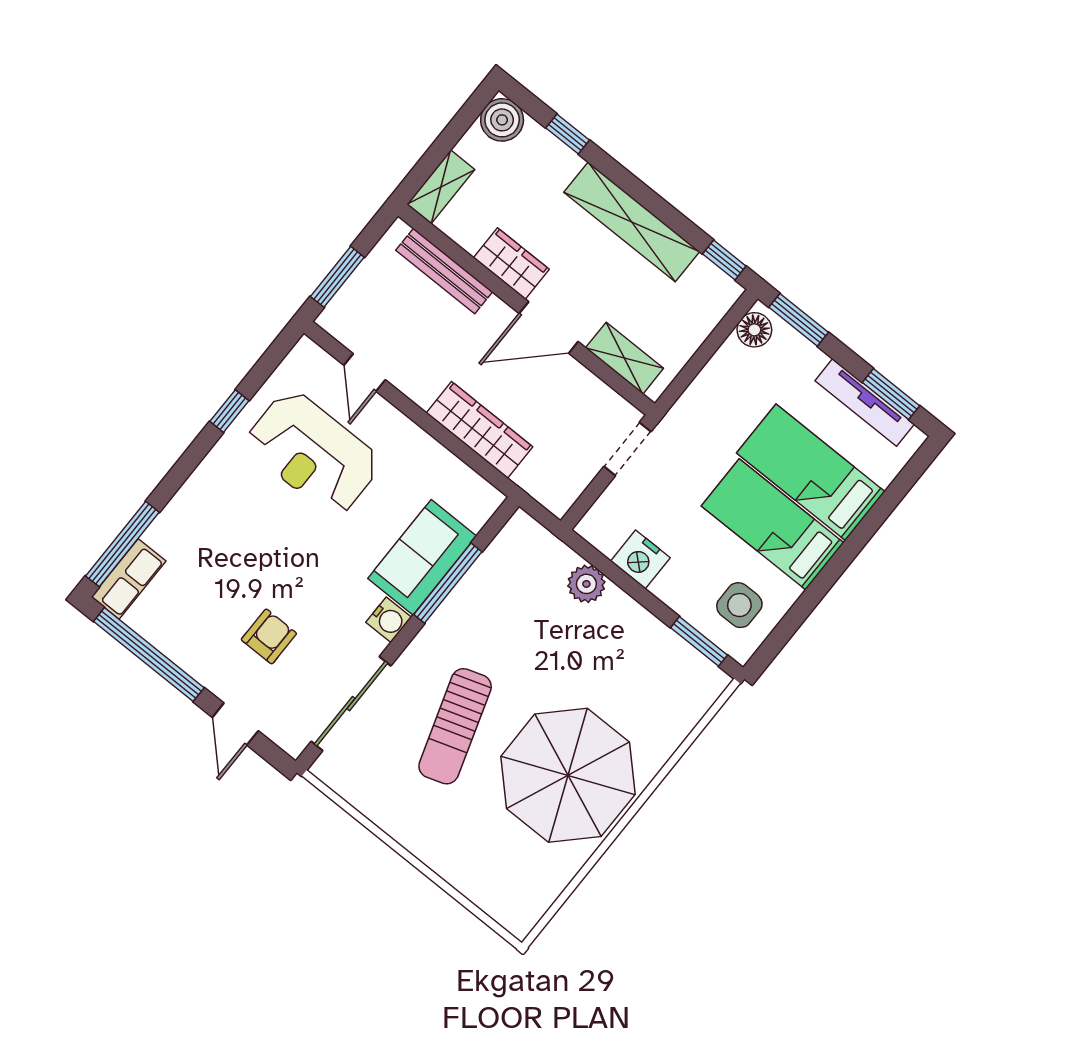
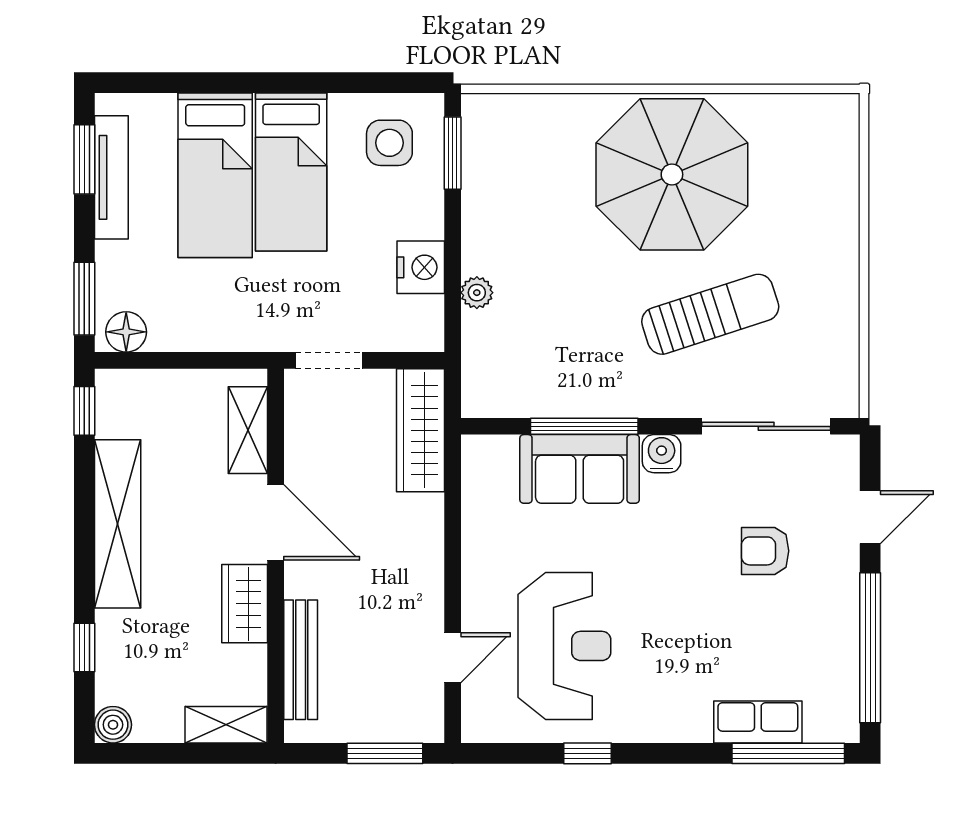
boiler: (502, 120) -> (113, 725), width x0.73, depth x0.73
wardrobe: (479, 430) -> (421, 430), moved
row of seats: (129, 579) -> (758, 722), moved
plant: (586, 584) -> (477, 293), width x0.73, depth x0.73

